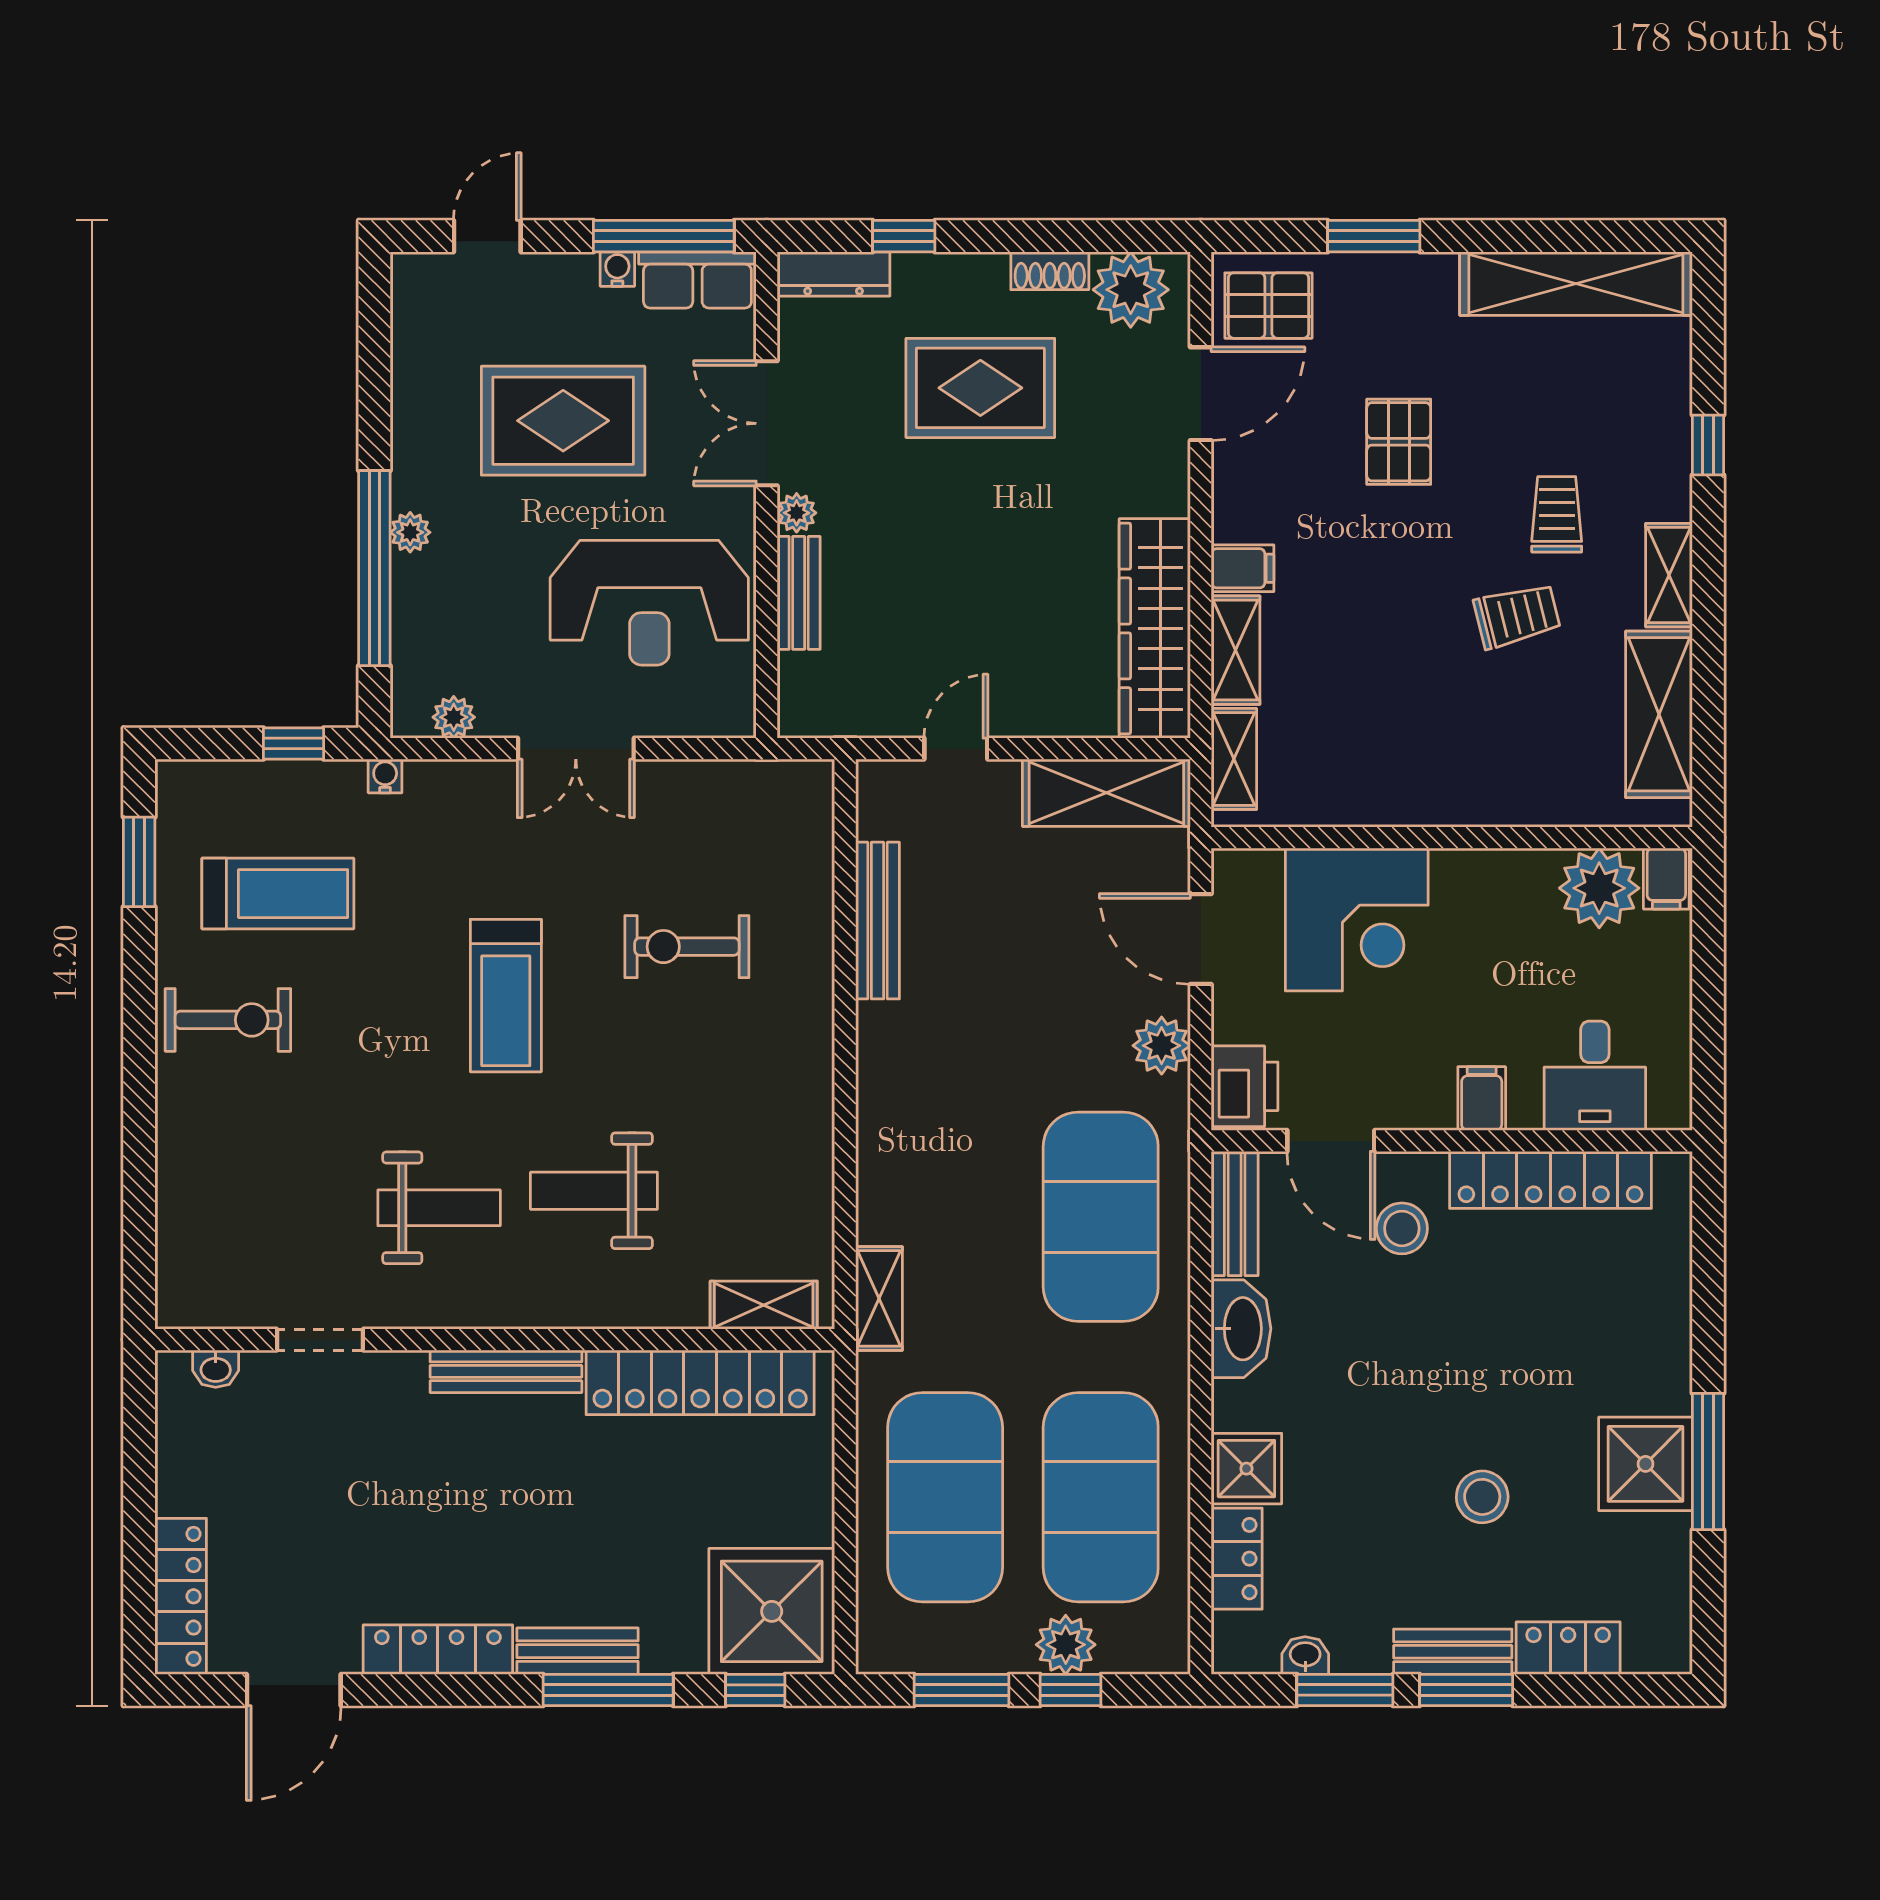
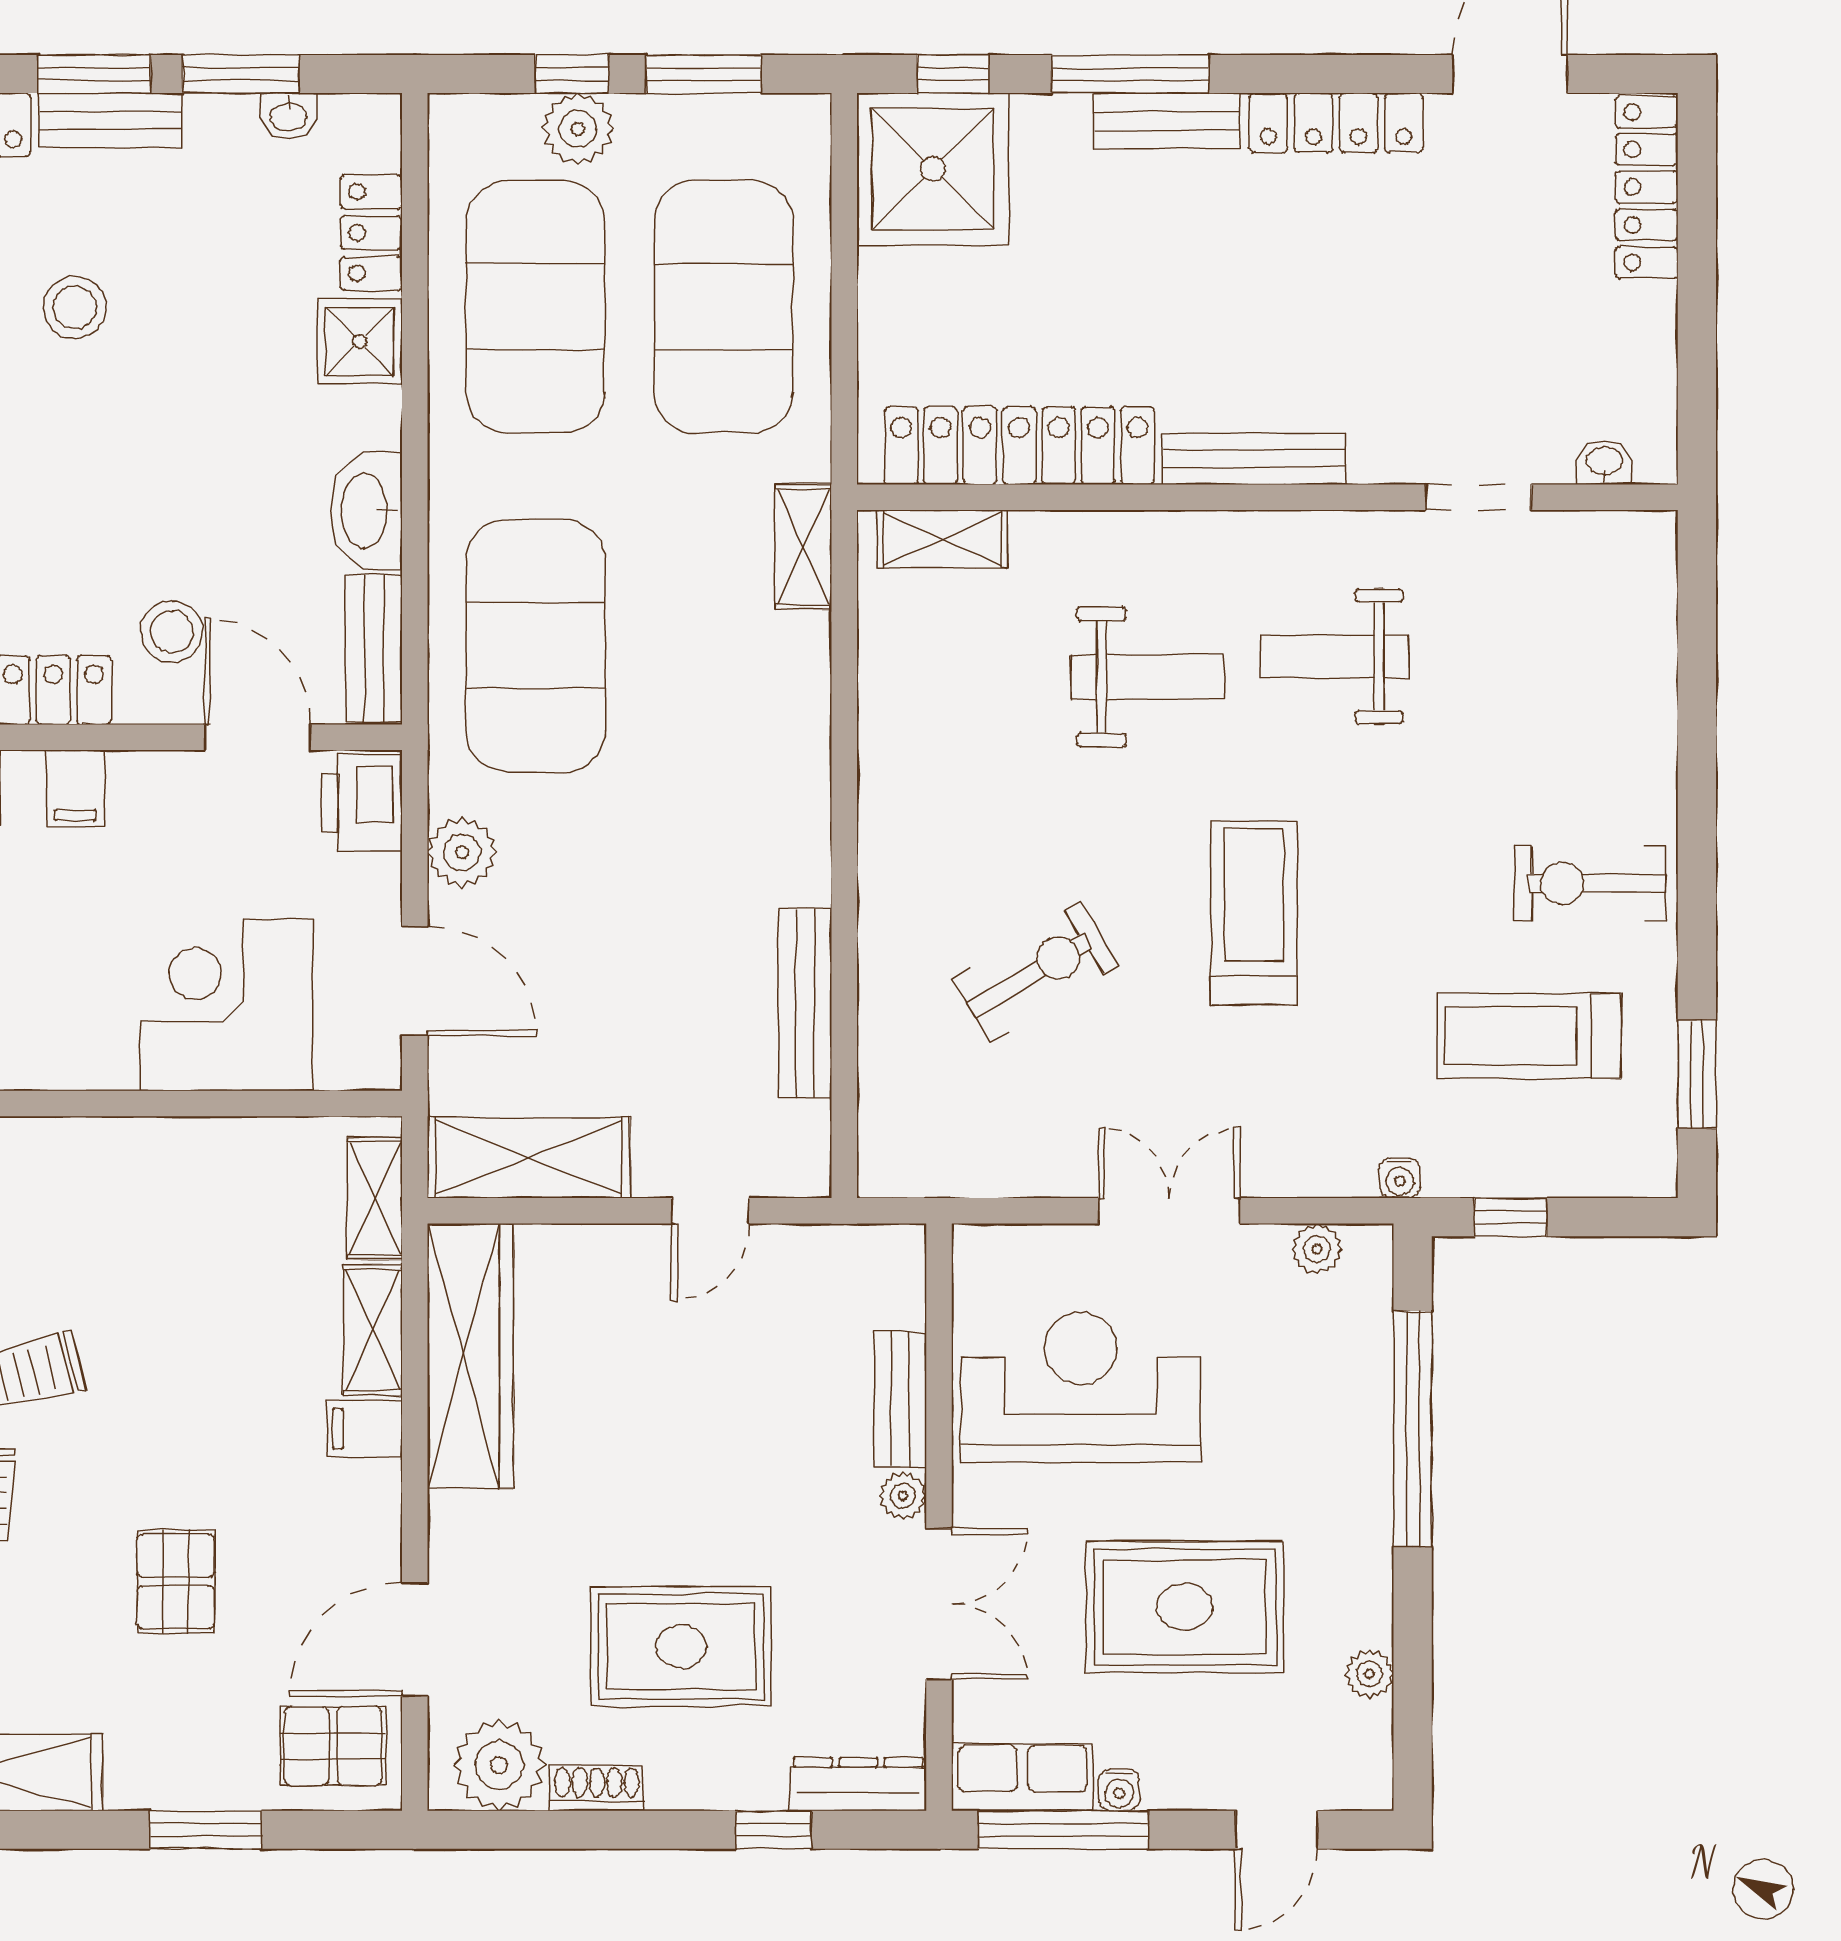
plant: (410, 532) -> (1369, 1674), moved
exercise bike: (687, 947) -> (1035, 972), turned -31

